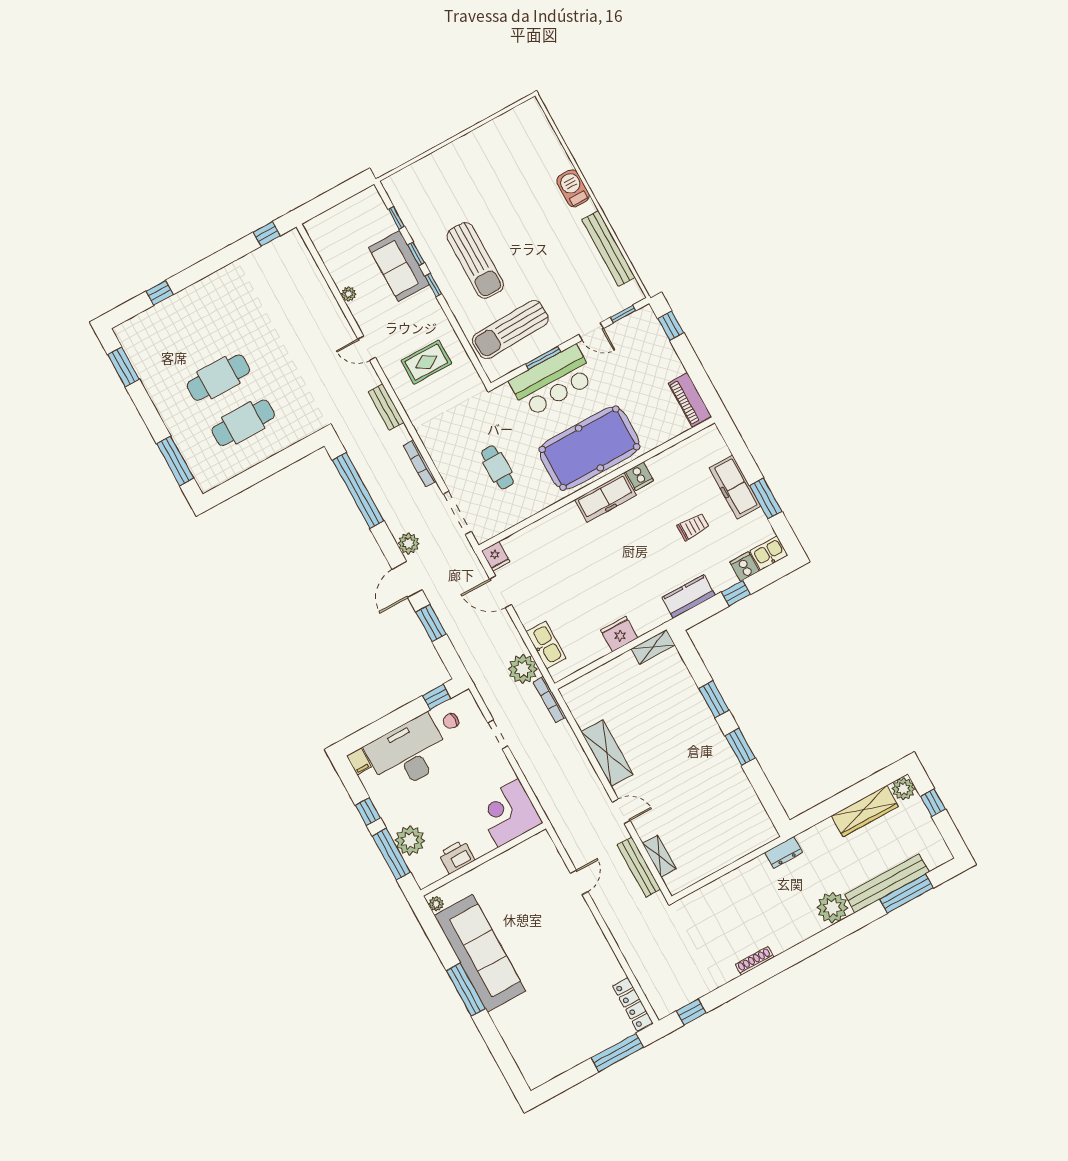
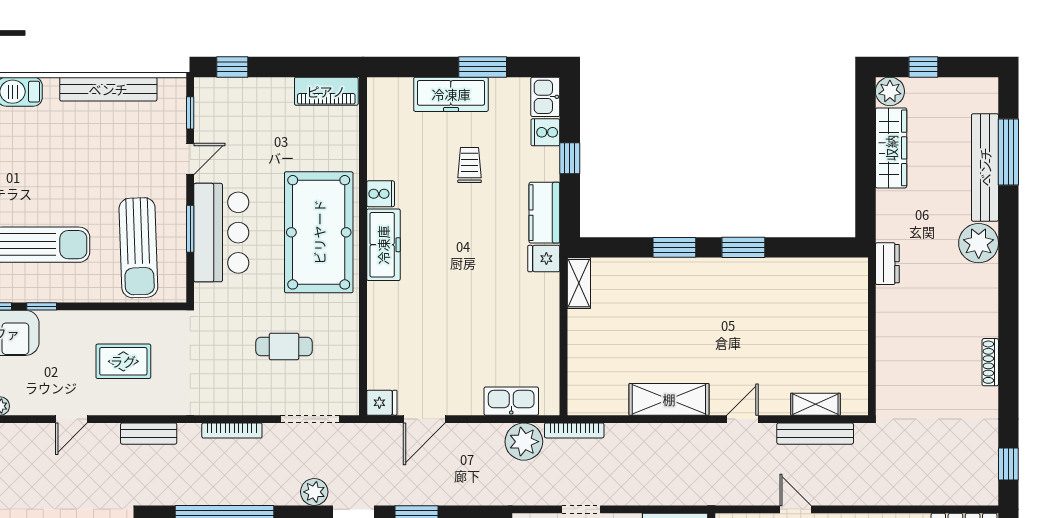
rug: (426, 362) -> (123, 361), turned 90
fridge: (619, 634) -> (544, 259), moved, width x0.72

